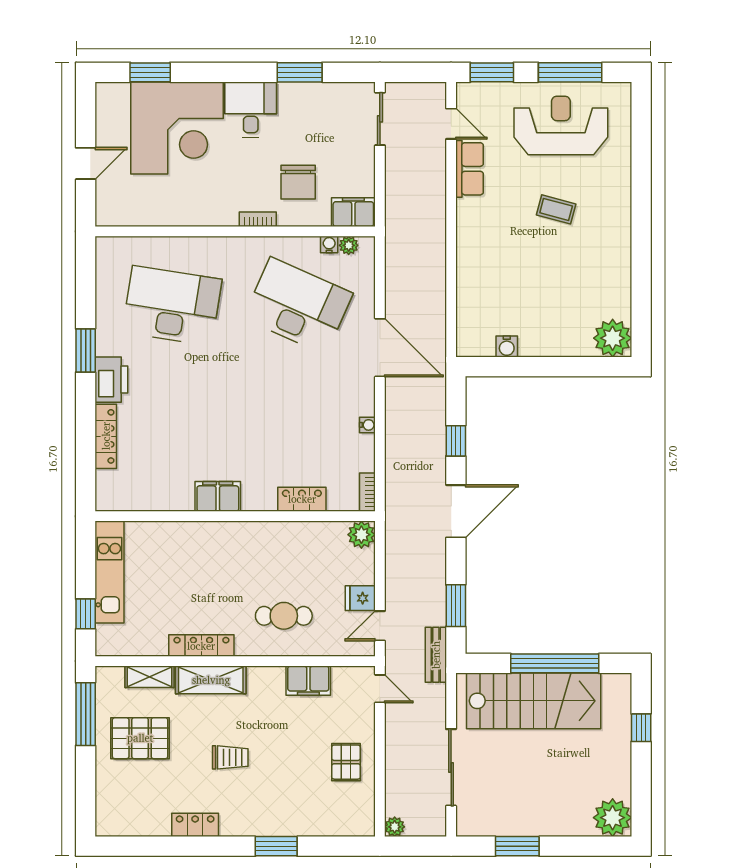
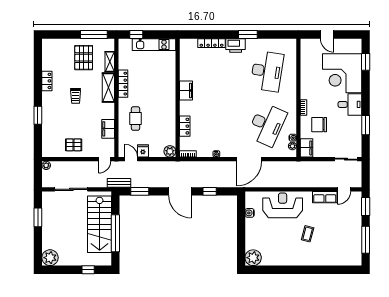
reception desk: (561, 126) -> (283, 205), moved, turned -90

